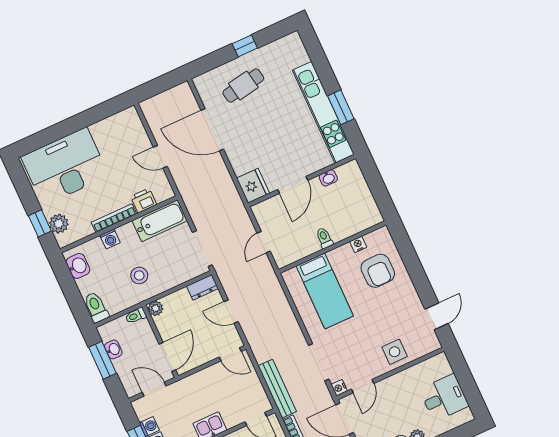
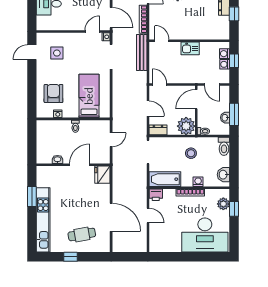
kitchen unit: (323, 112) -> (43, 220), moved
printer: (144, 201) -> (156, 195), moved
plant: (155, 308) -> (186, 126), width x1.88, depth x1.88
side table: (395, 352) -> (57, 53), moved

